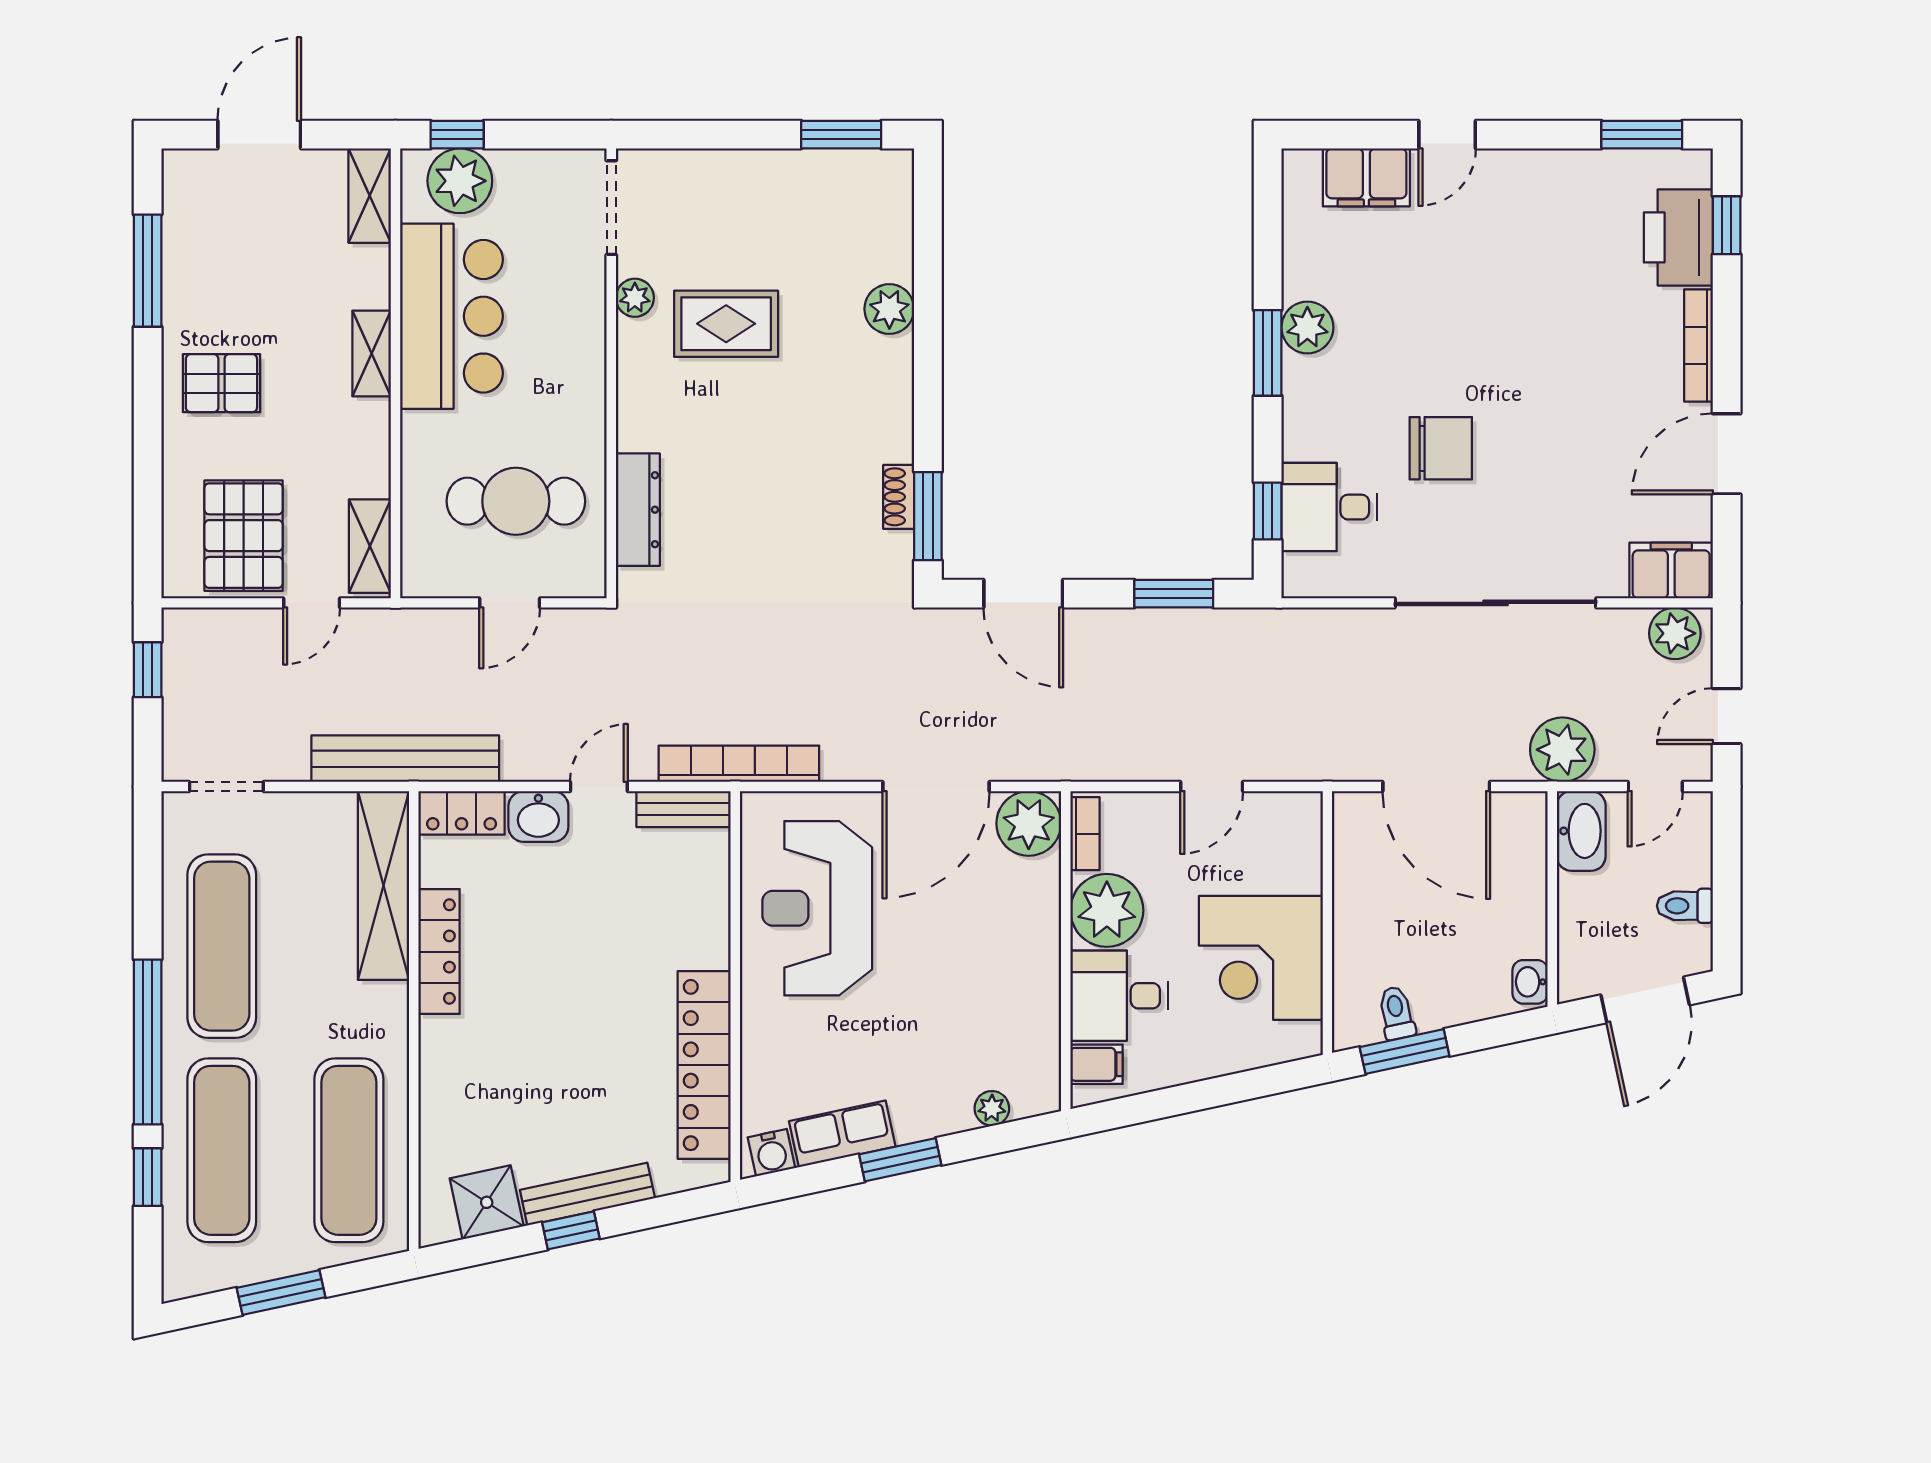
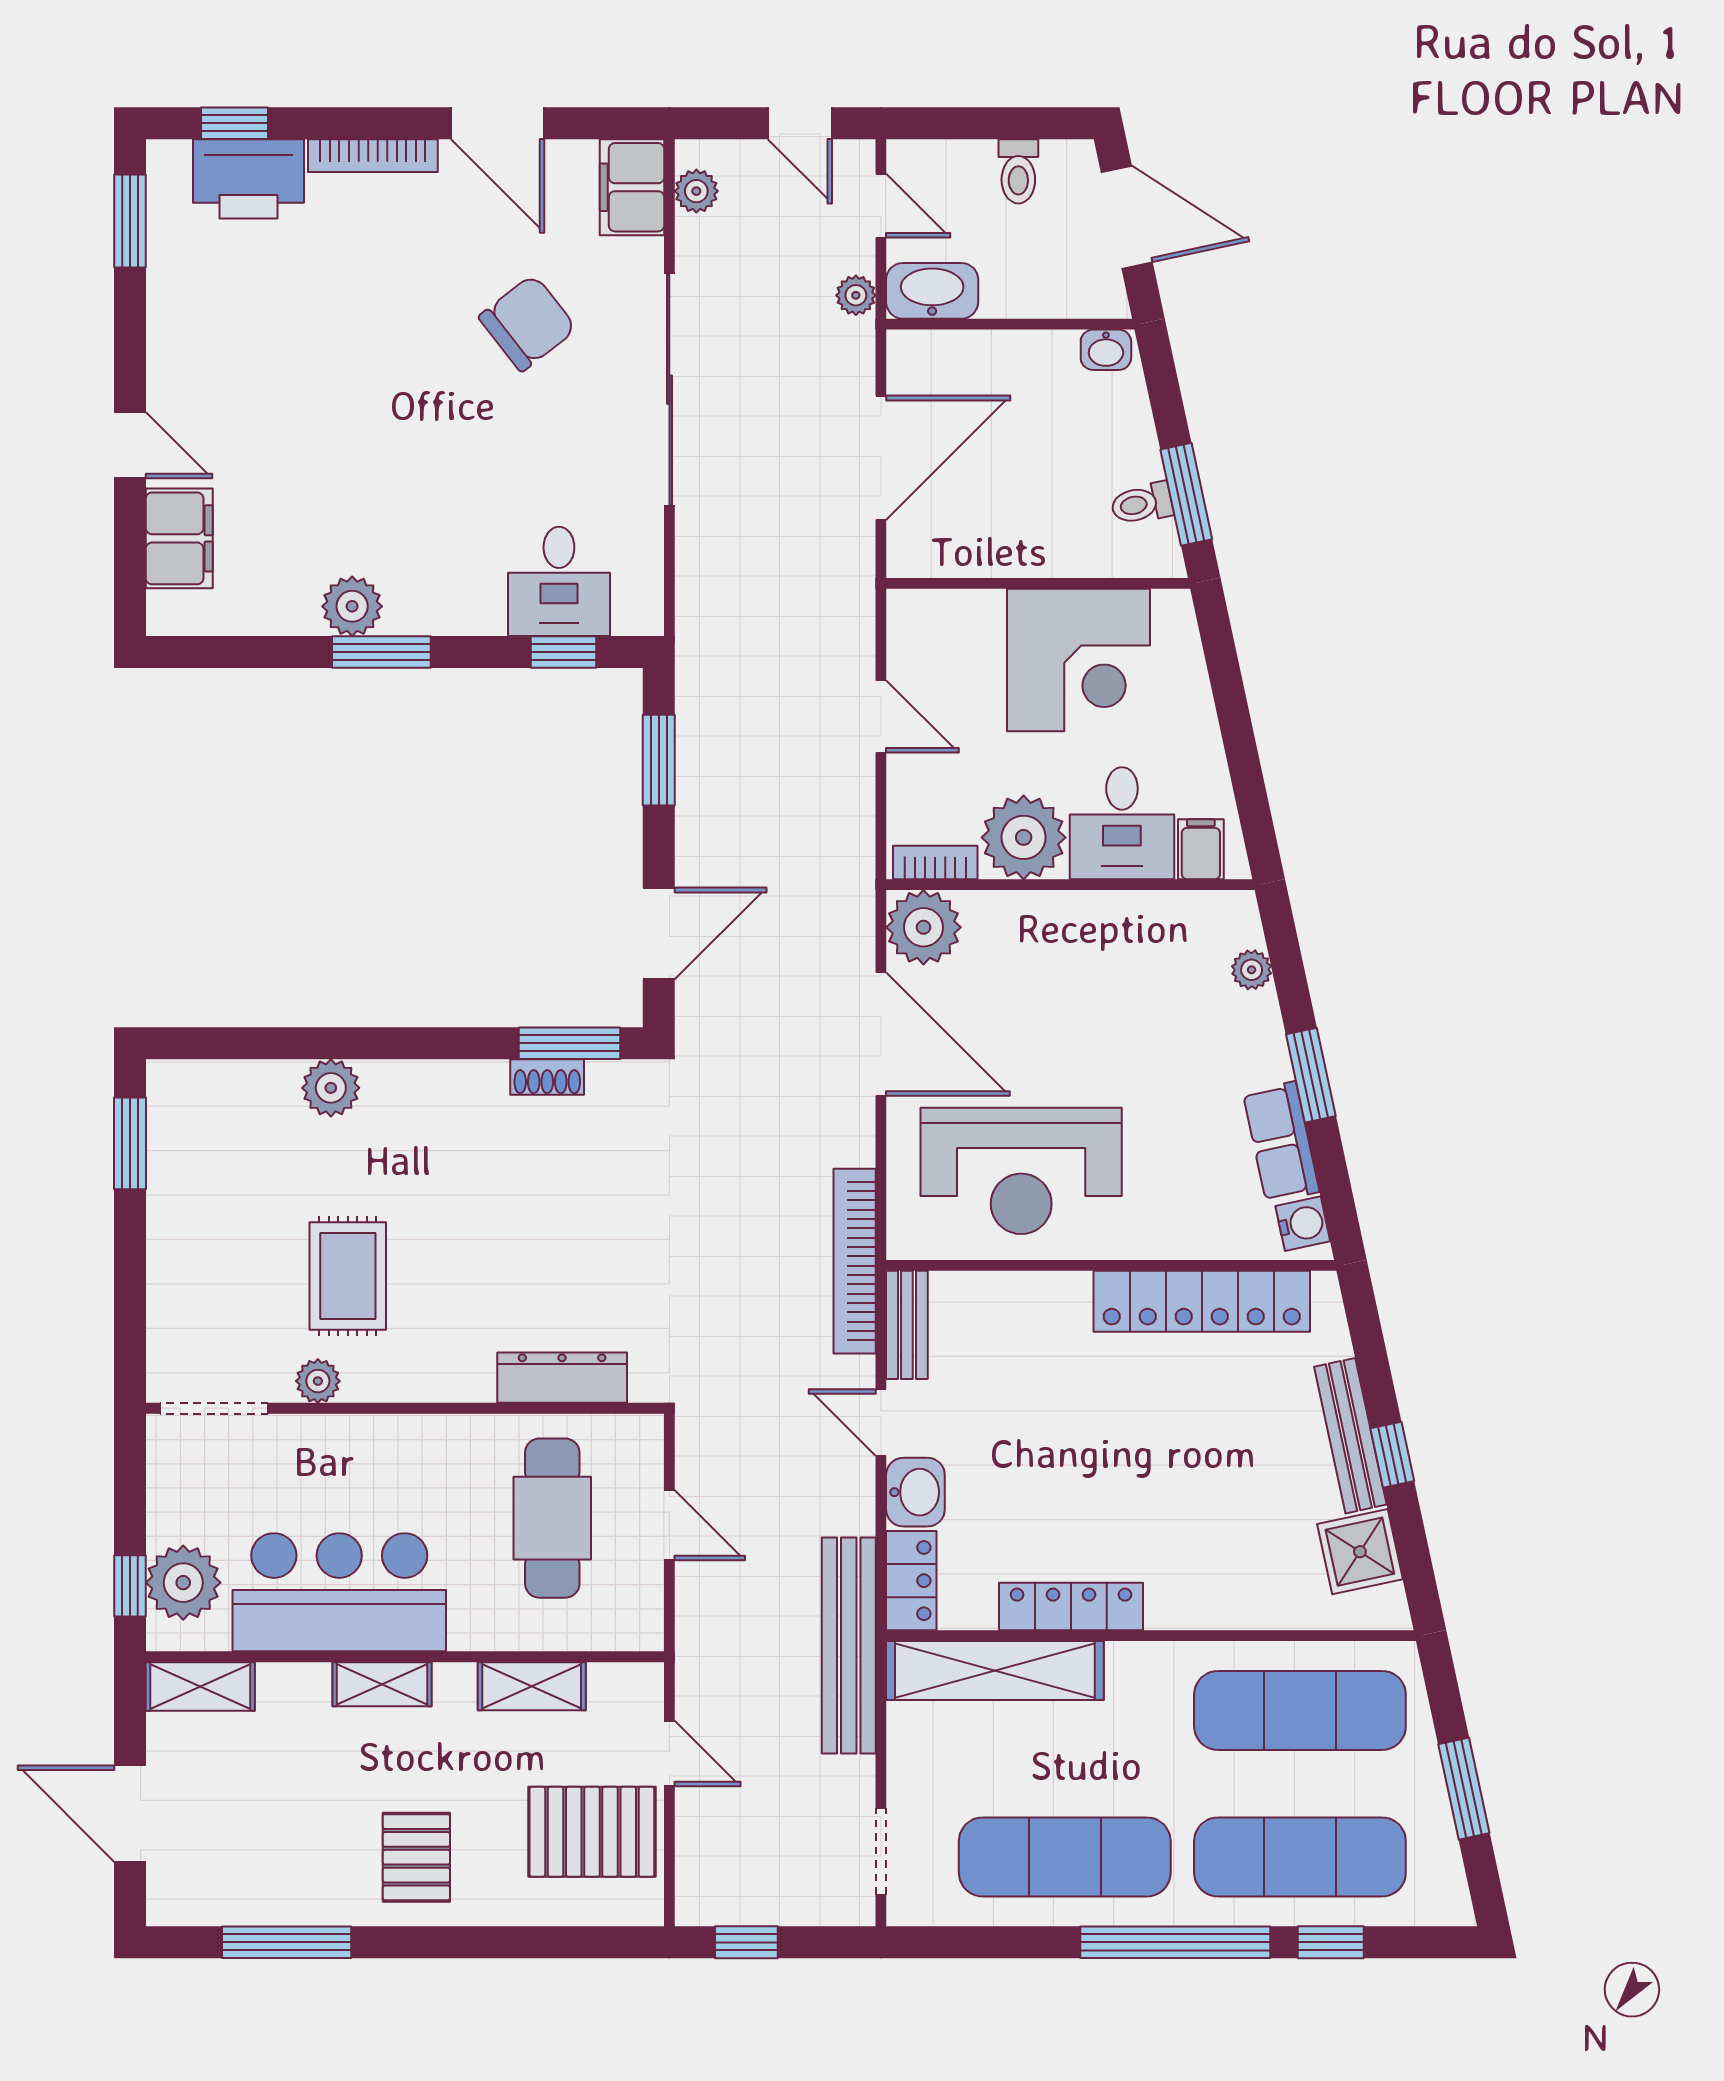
chair: (1441, 448) -> (528, 323), moved, turned 52
shelving: (370, 546) -> (532, 1686), moved
plant: (1675, 633) -> (696, 191), width x0.73, depth x0.73
plant: (1562, 750) -> (856, 295), width x0.53, depth x0.53

